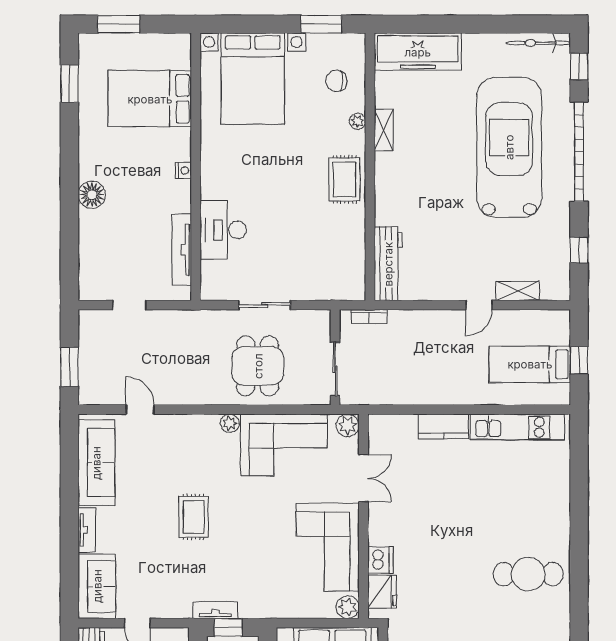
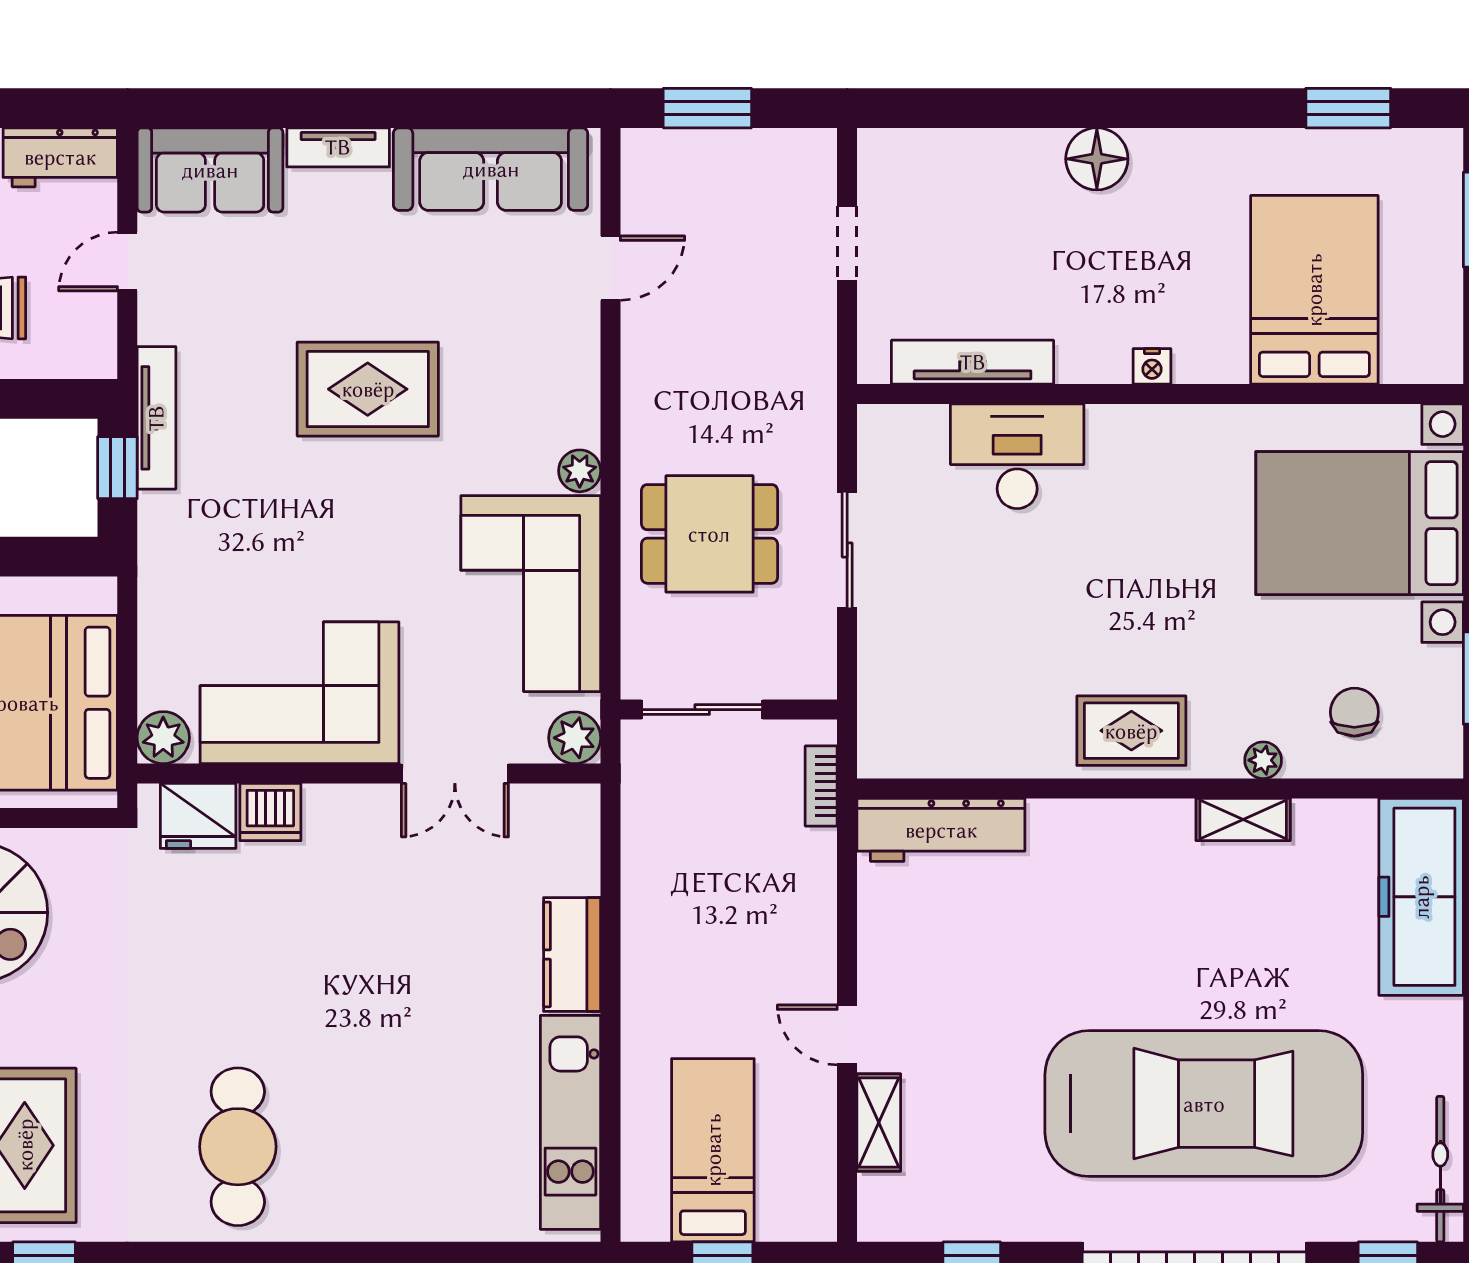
rug: (194, 517) -> (368, 389), width x1.36, depth x1.43
tv unit: (215, 610) -> (156, 418), width x1.41

